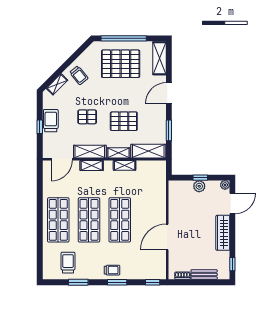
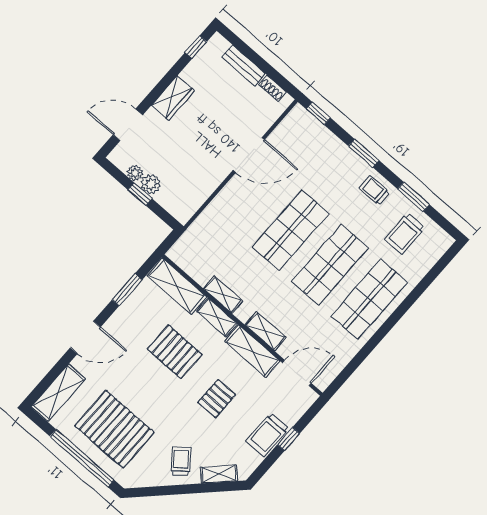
pallet: (87, 117) -> (217, 399), turned 90
plant: (225, 185) -> (135, 173), moved
wardrobe: (223, 233) -> (173, 98), width x0.67
trolley: (112, 270) -> (374, 190), moved

